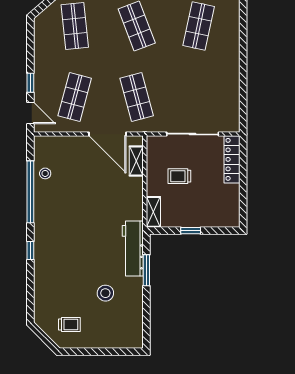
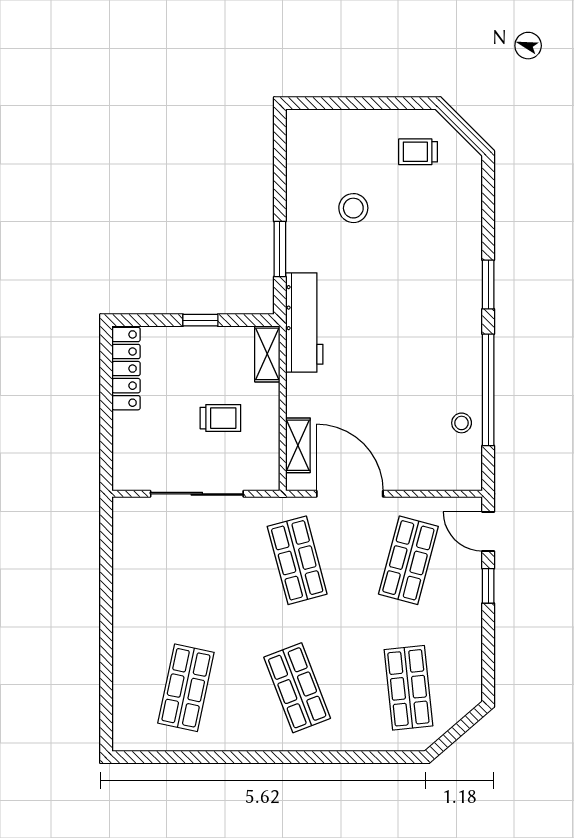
locker: (232, 159) -> (126, 369), moved
workbench: (133, 249) -> (304, 322), moved
window: (30, 251) -> (488, 285), width x1.50

